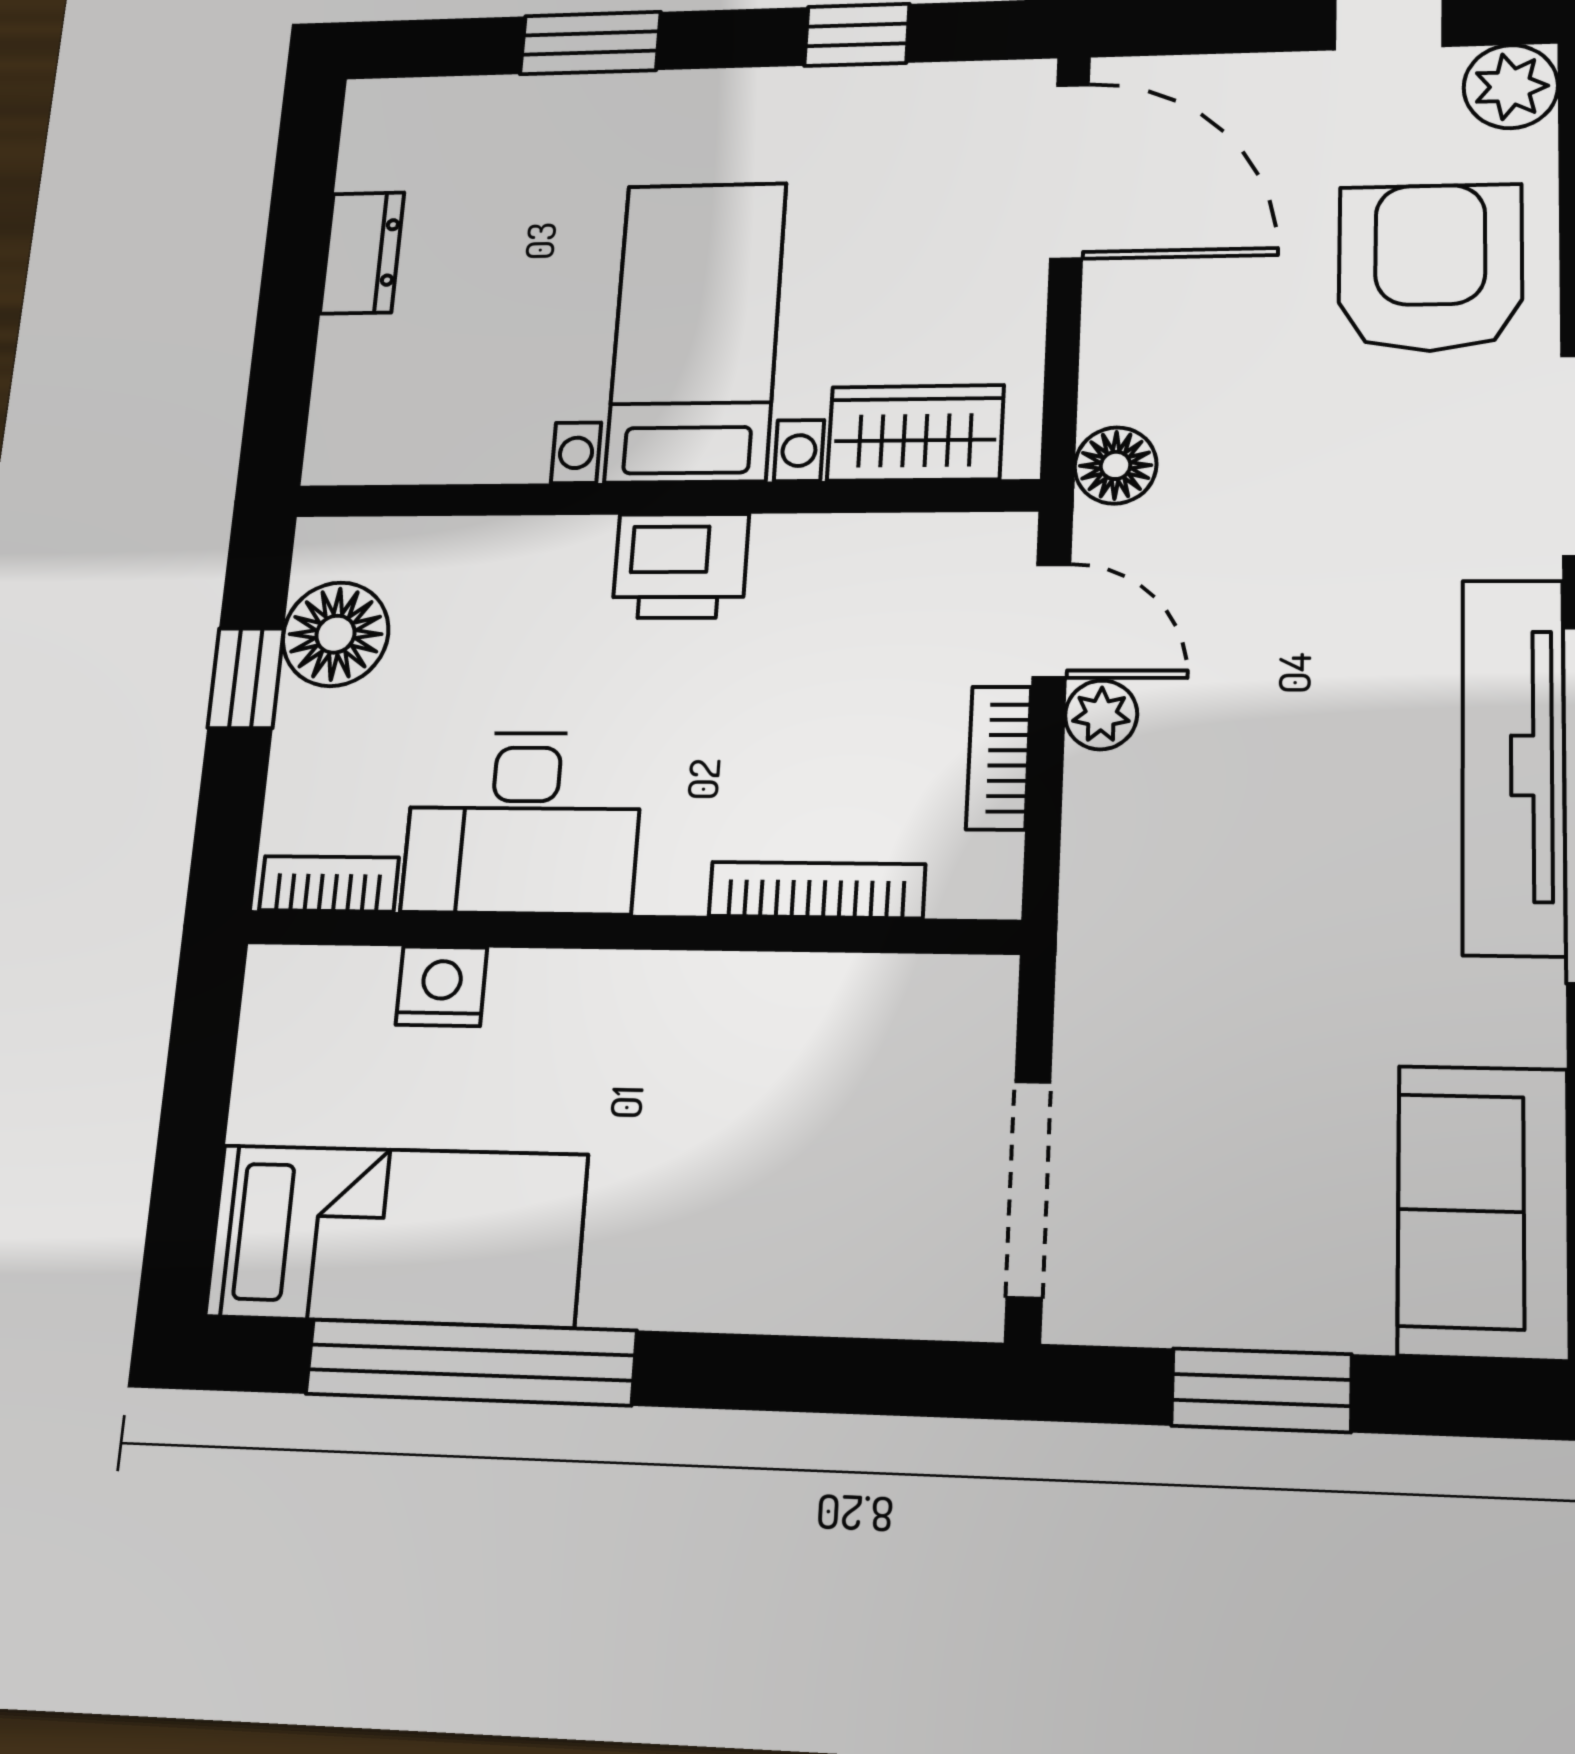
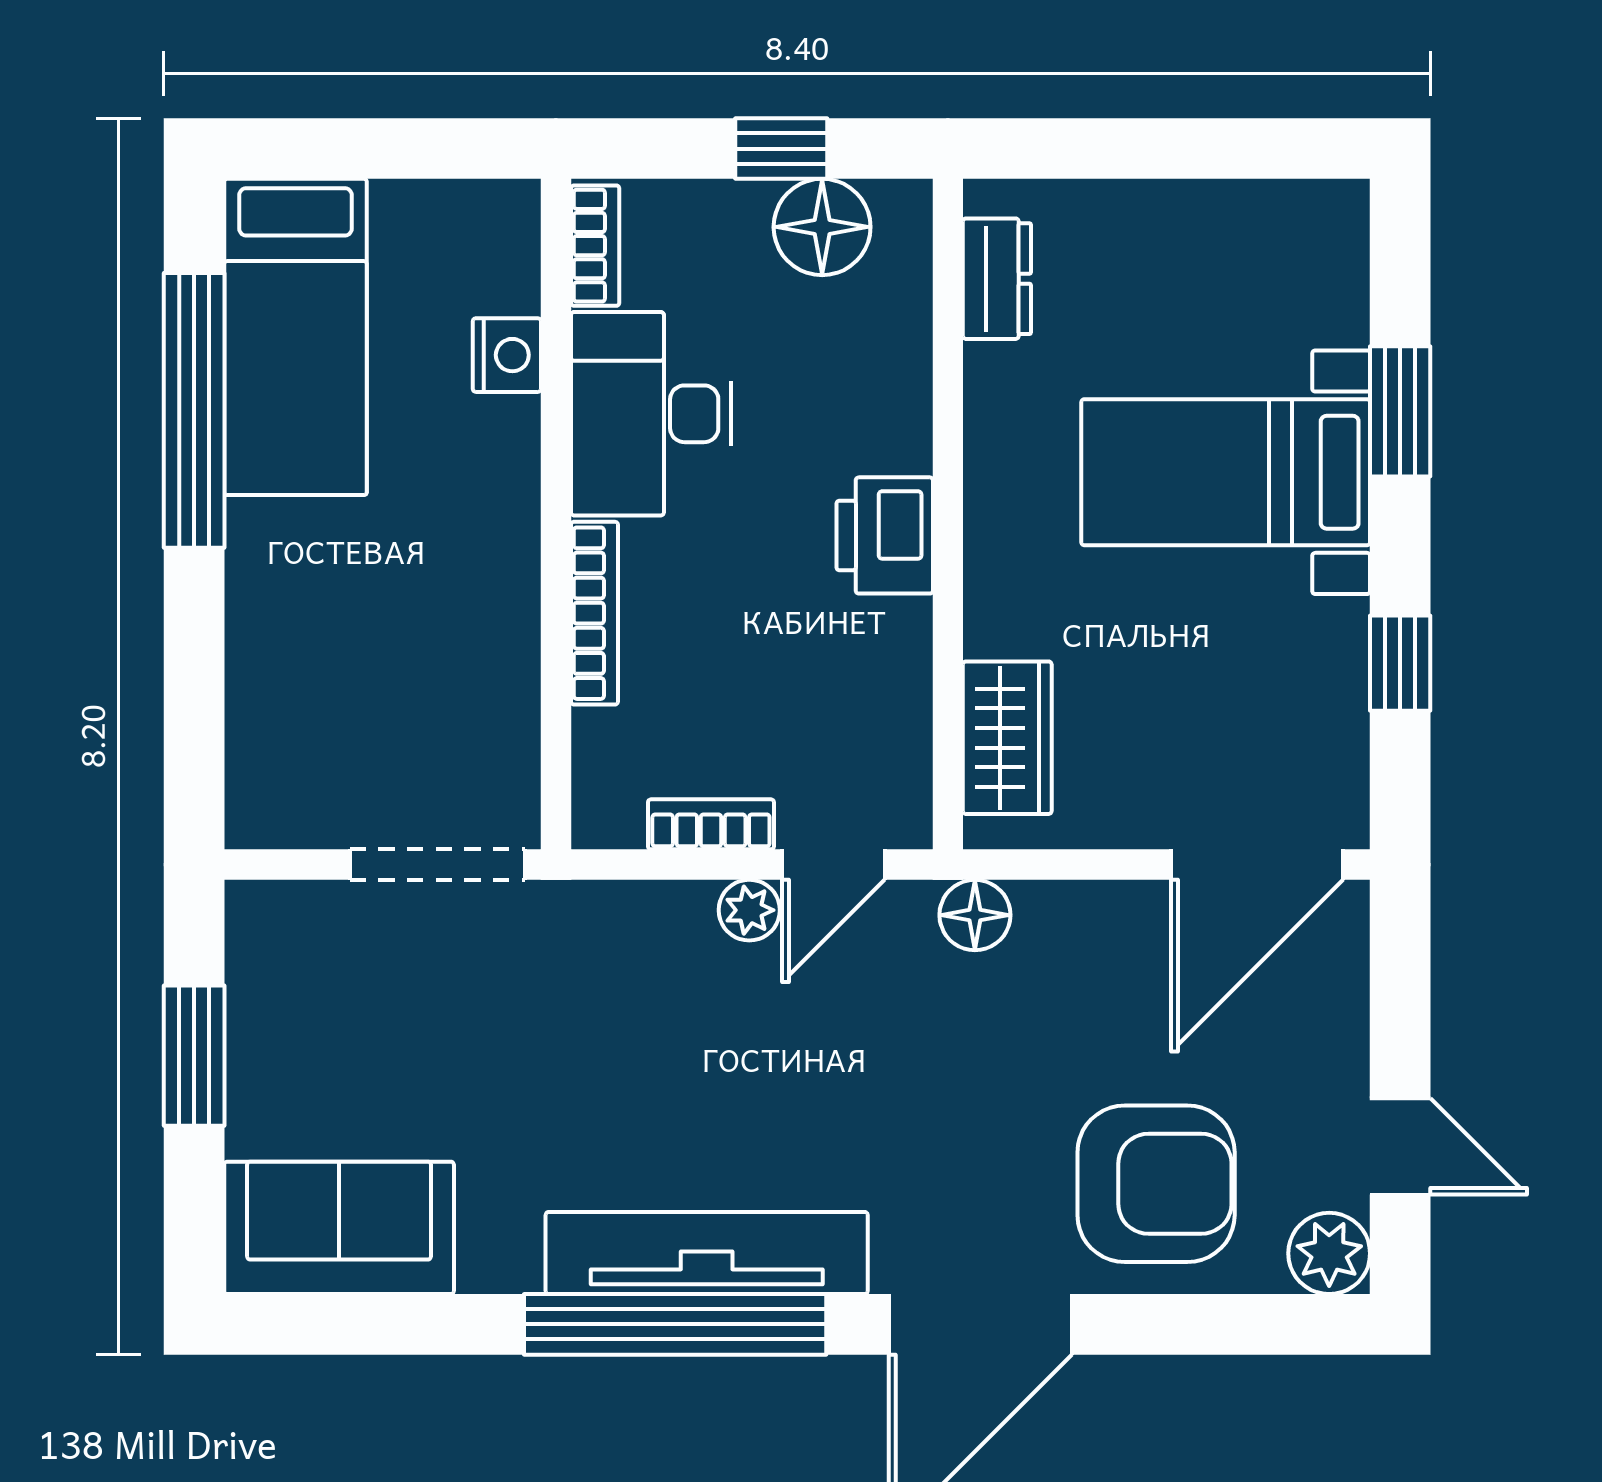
dresser: (362, 253) -> (997, 279), moved, turned -90
bed with nightstands: (696, 332) -> (1226, 472), moved, turned 180
bookcase: (817, 890) -> (594, 613), moved
doorway: (1029, 1189) -> (438, 865), moved

